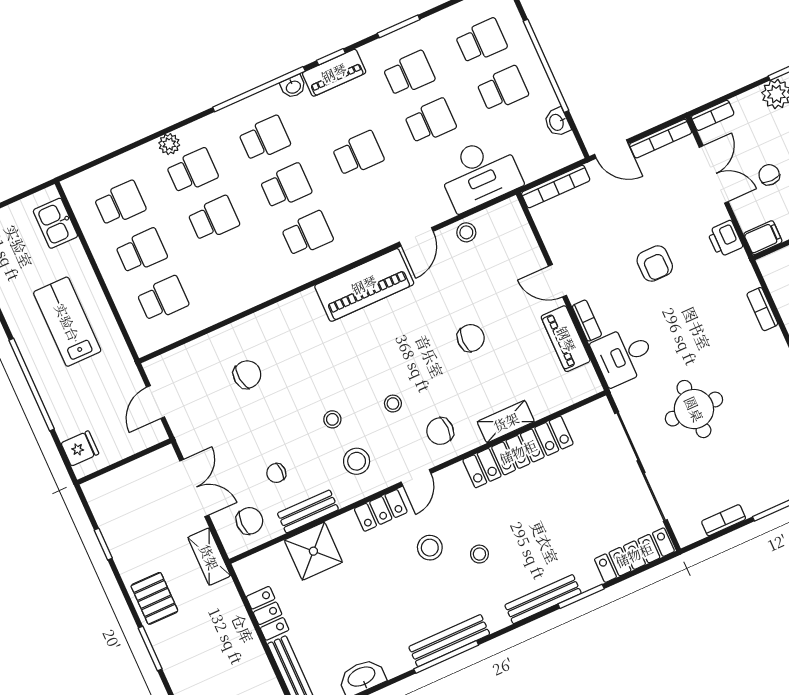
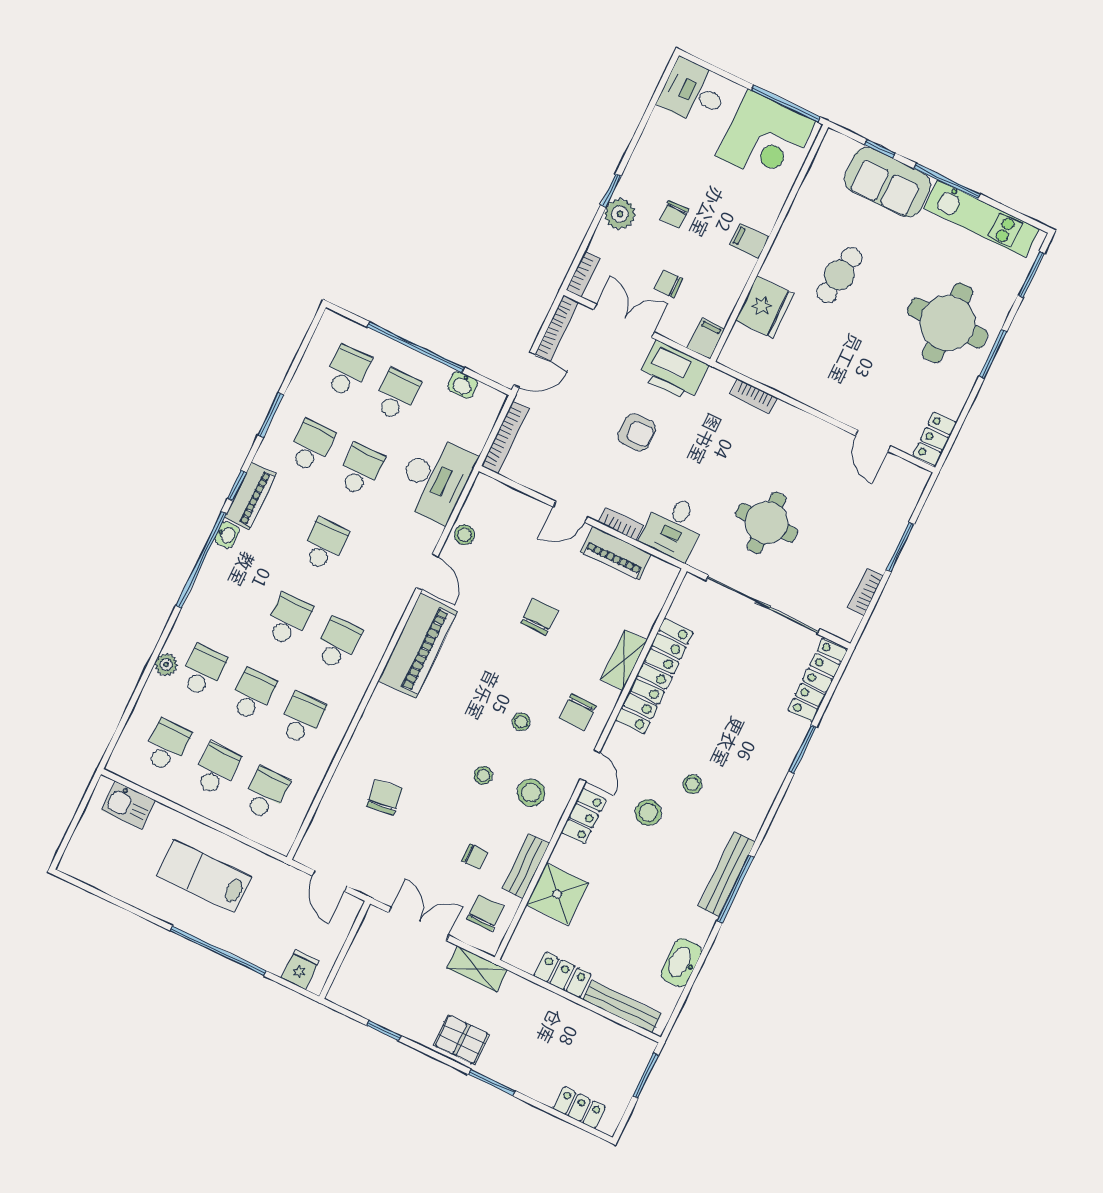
school desk: (264, 139) -> (302, 718), moved
printer: (725, 239) -> (673, 371), width x1.87, depth x1.48
chair: (276, 473) -> (474, 856), turned -90
bench: (543, 599) -> (774, 777), removed

